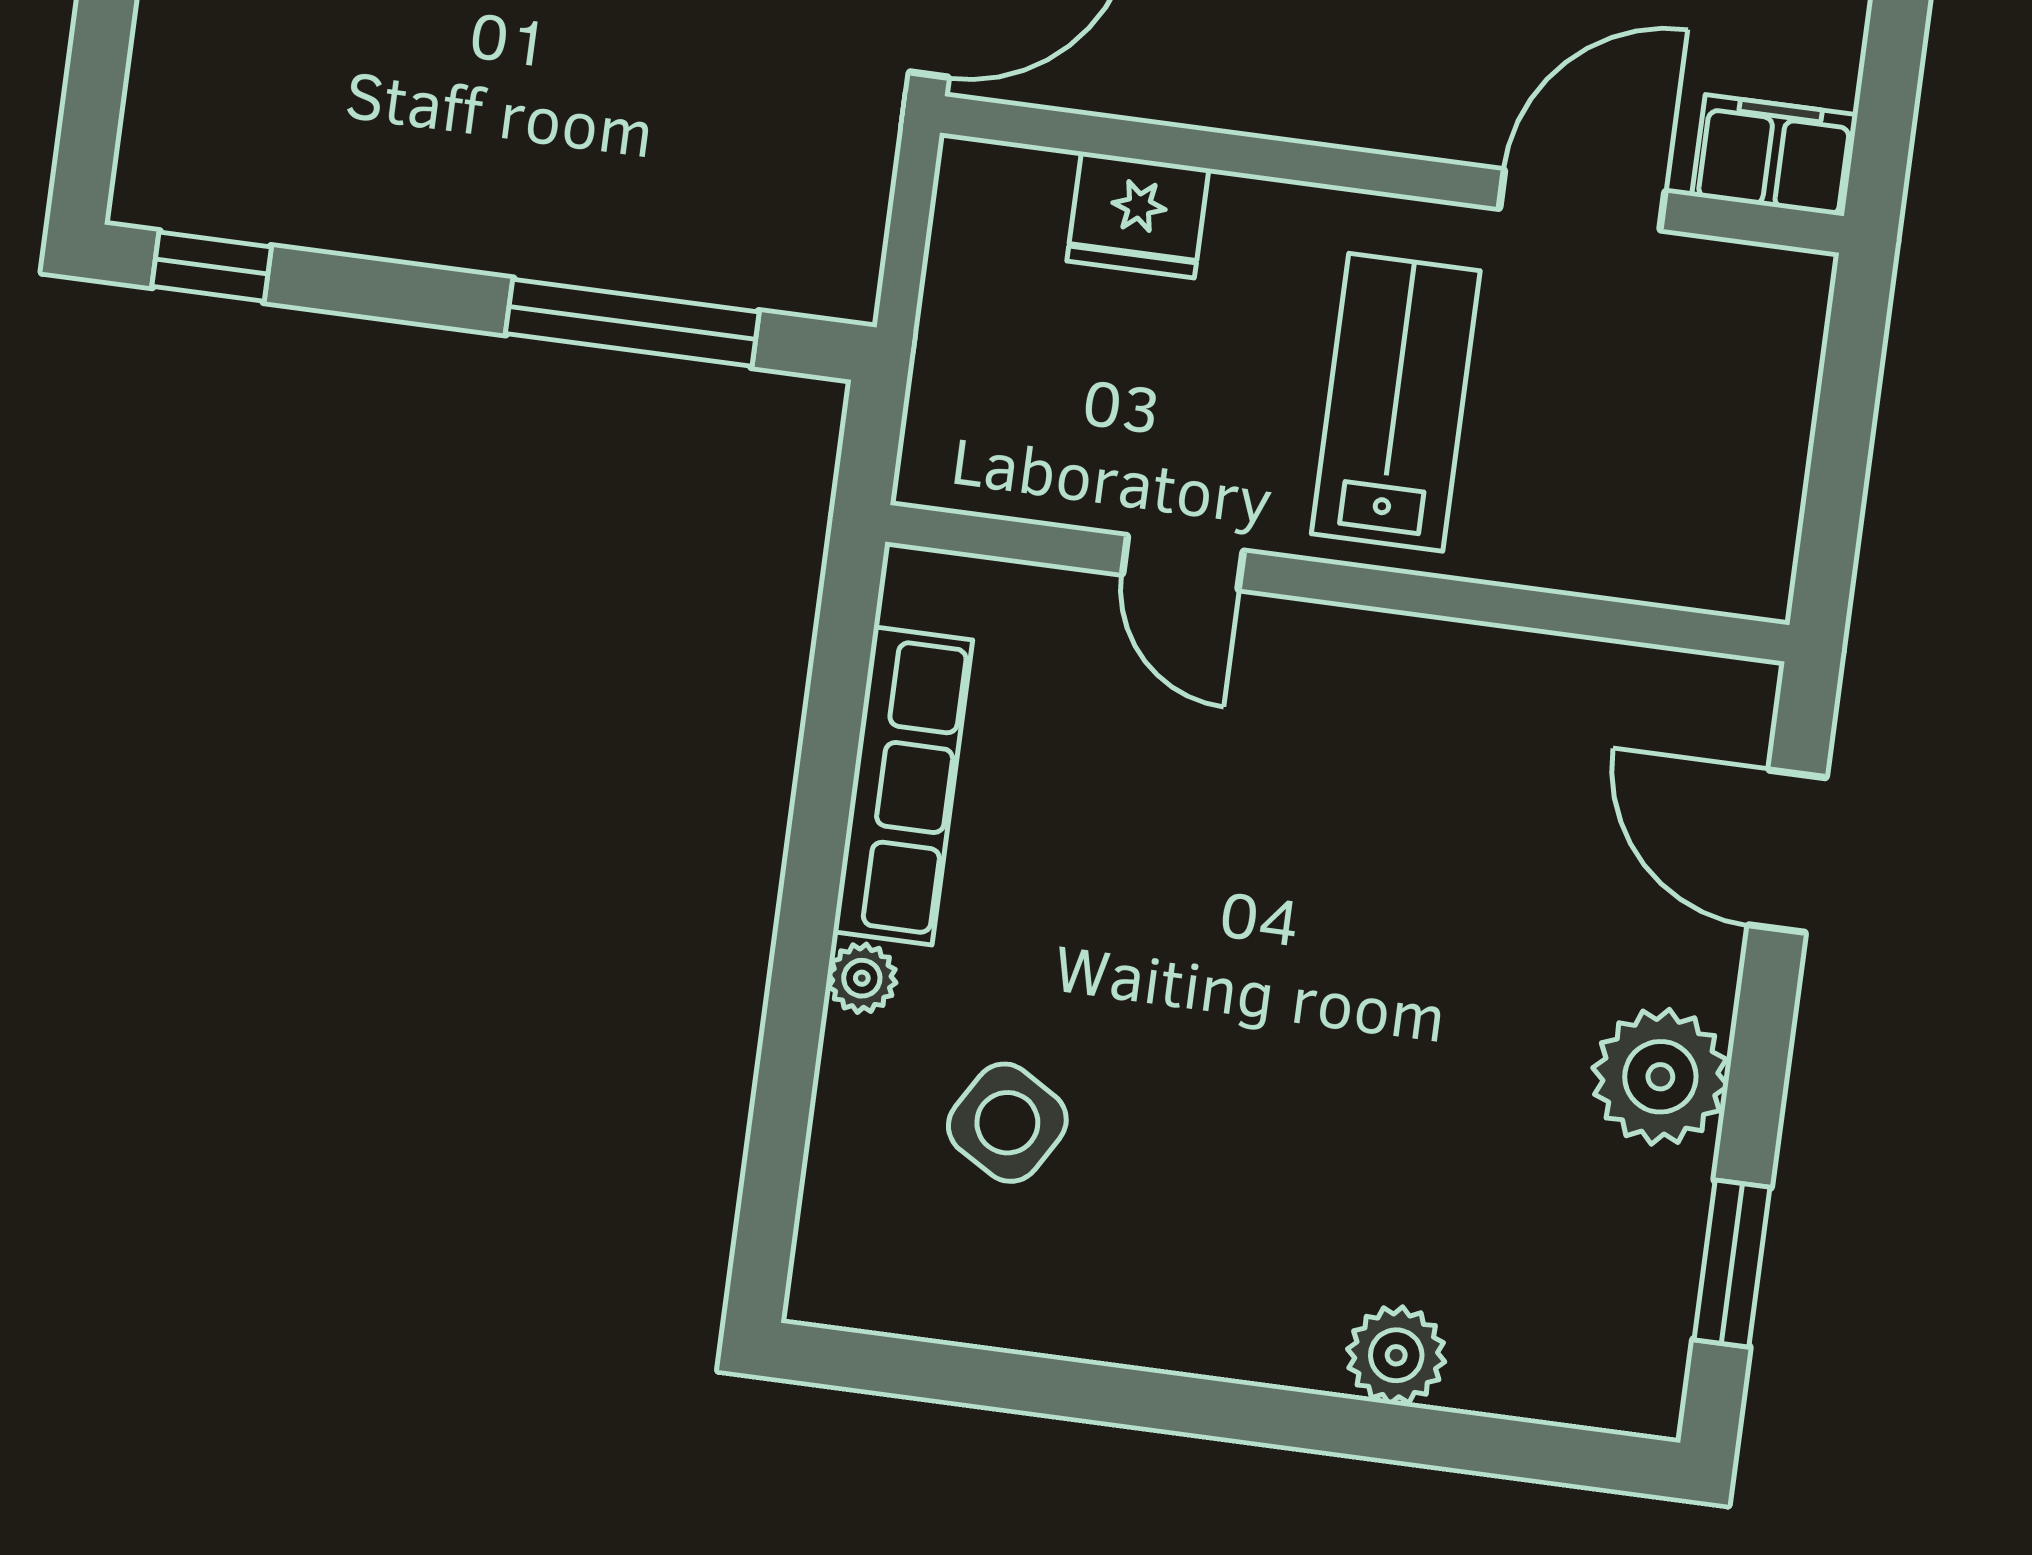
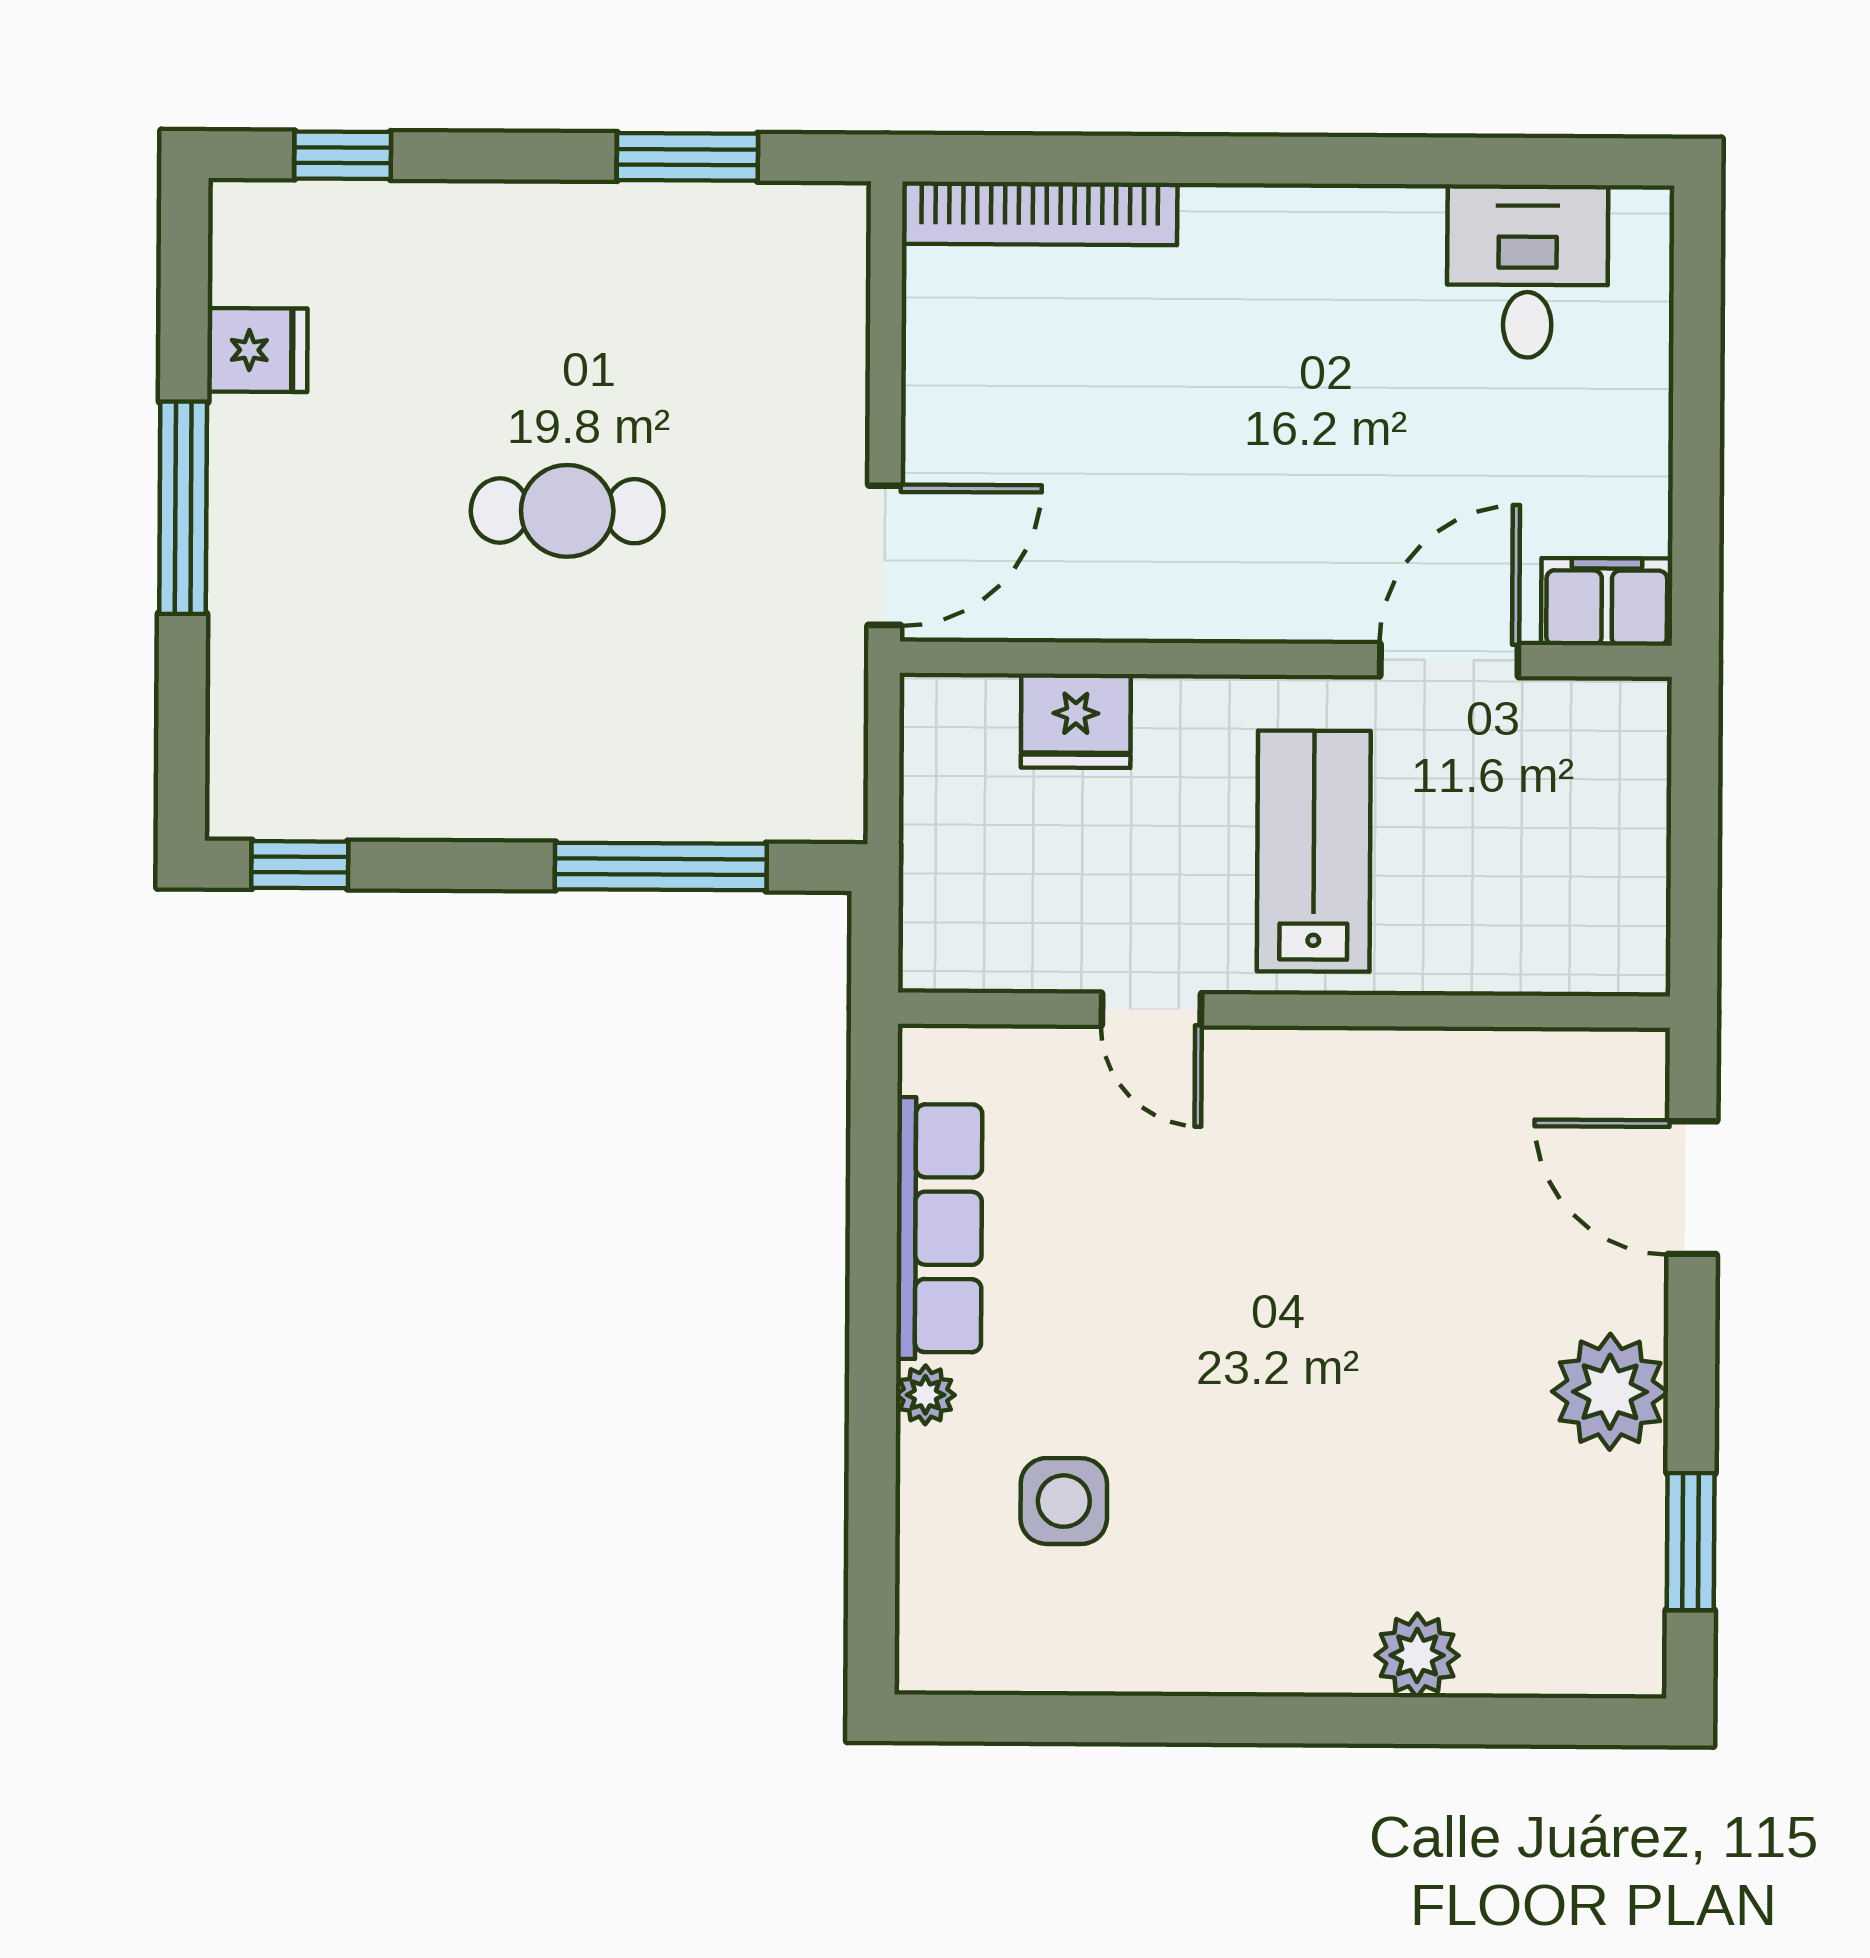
side table: (1007, 1123) -> (1064, 1501), turned -31

